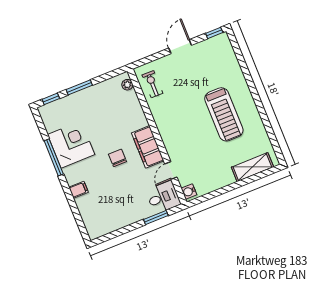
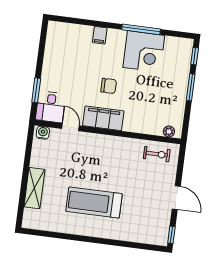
shelving: (252, 167) -> (34, 188), moved

